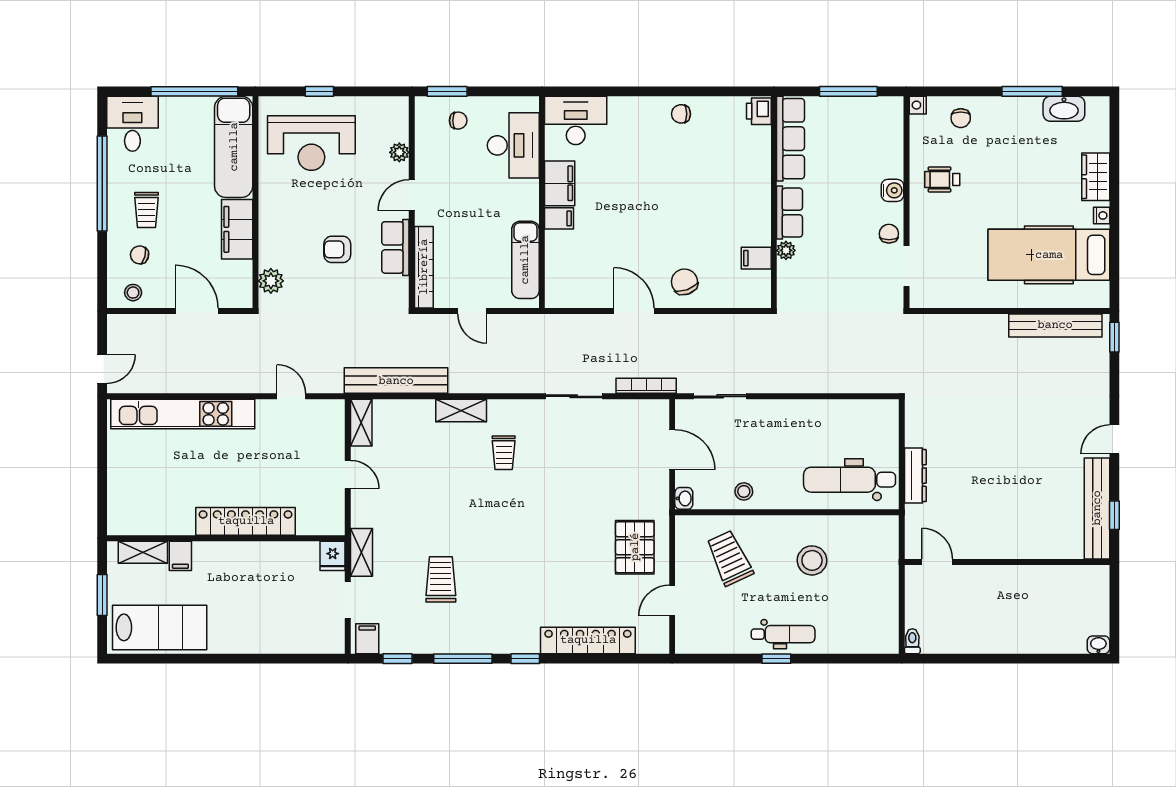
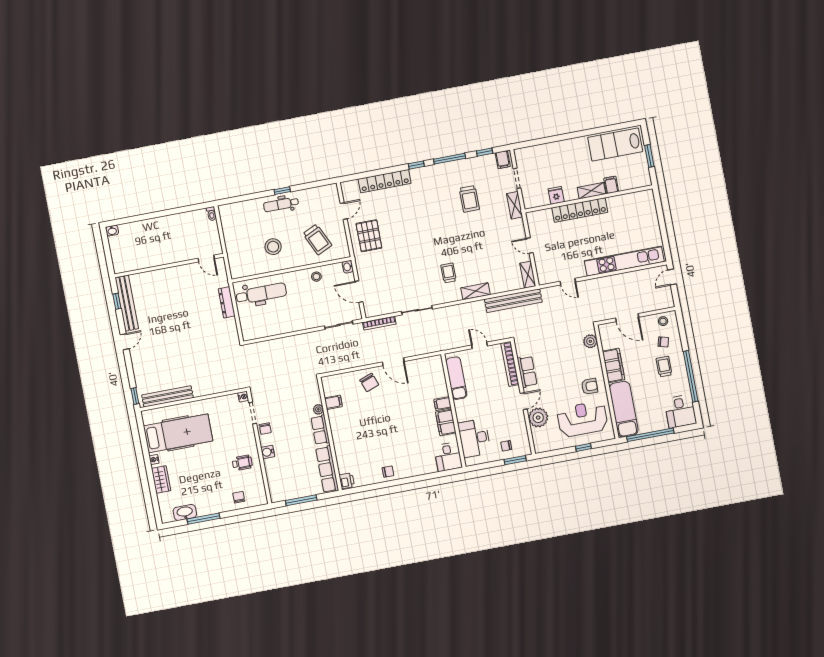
nightstand: (918, 105) -> (243, 397), moved
desk: (576, 120) -> (448, 457), width x0.73
plant: (399, 152) -> (538, 418), width x1.87, depth x1.87
armchair: (337, 249) -> (590, 386), moved
shelving: (143, 552) -> (591, 191), moved
fridge: (333, 556) -> (556, 195), moved

